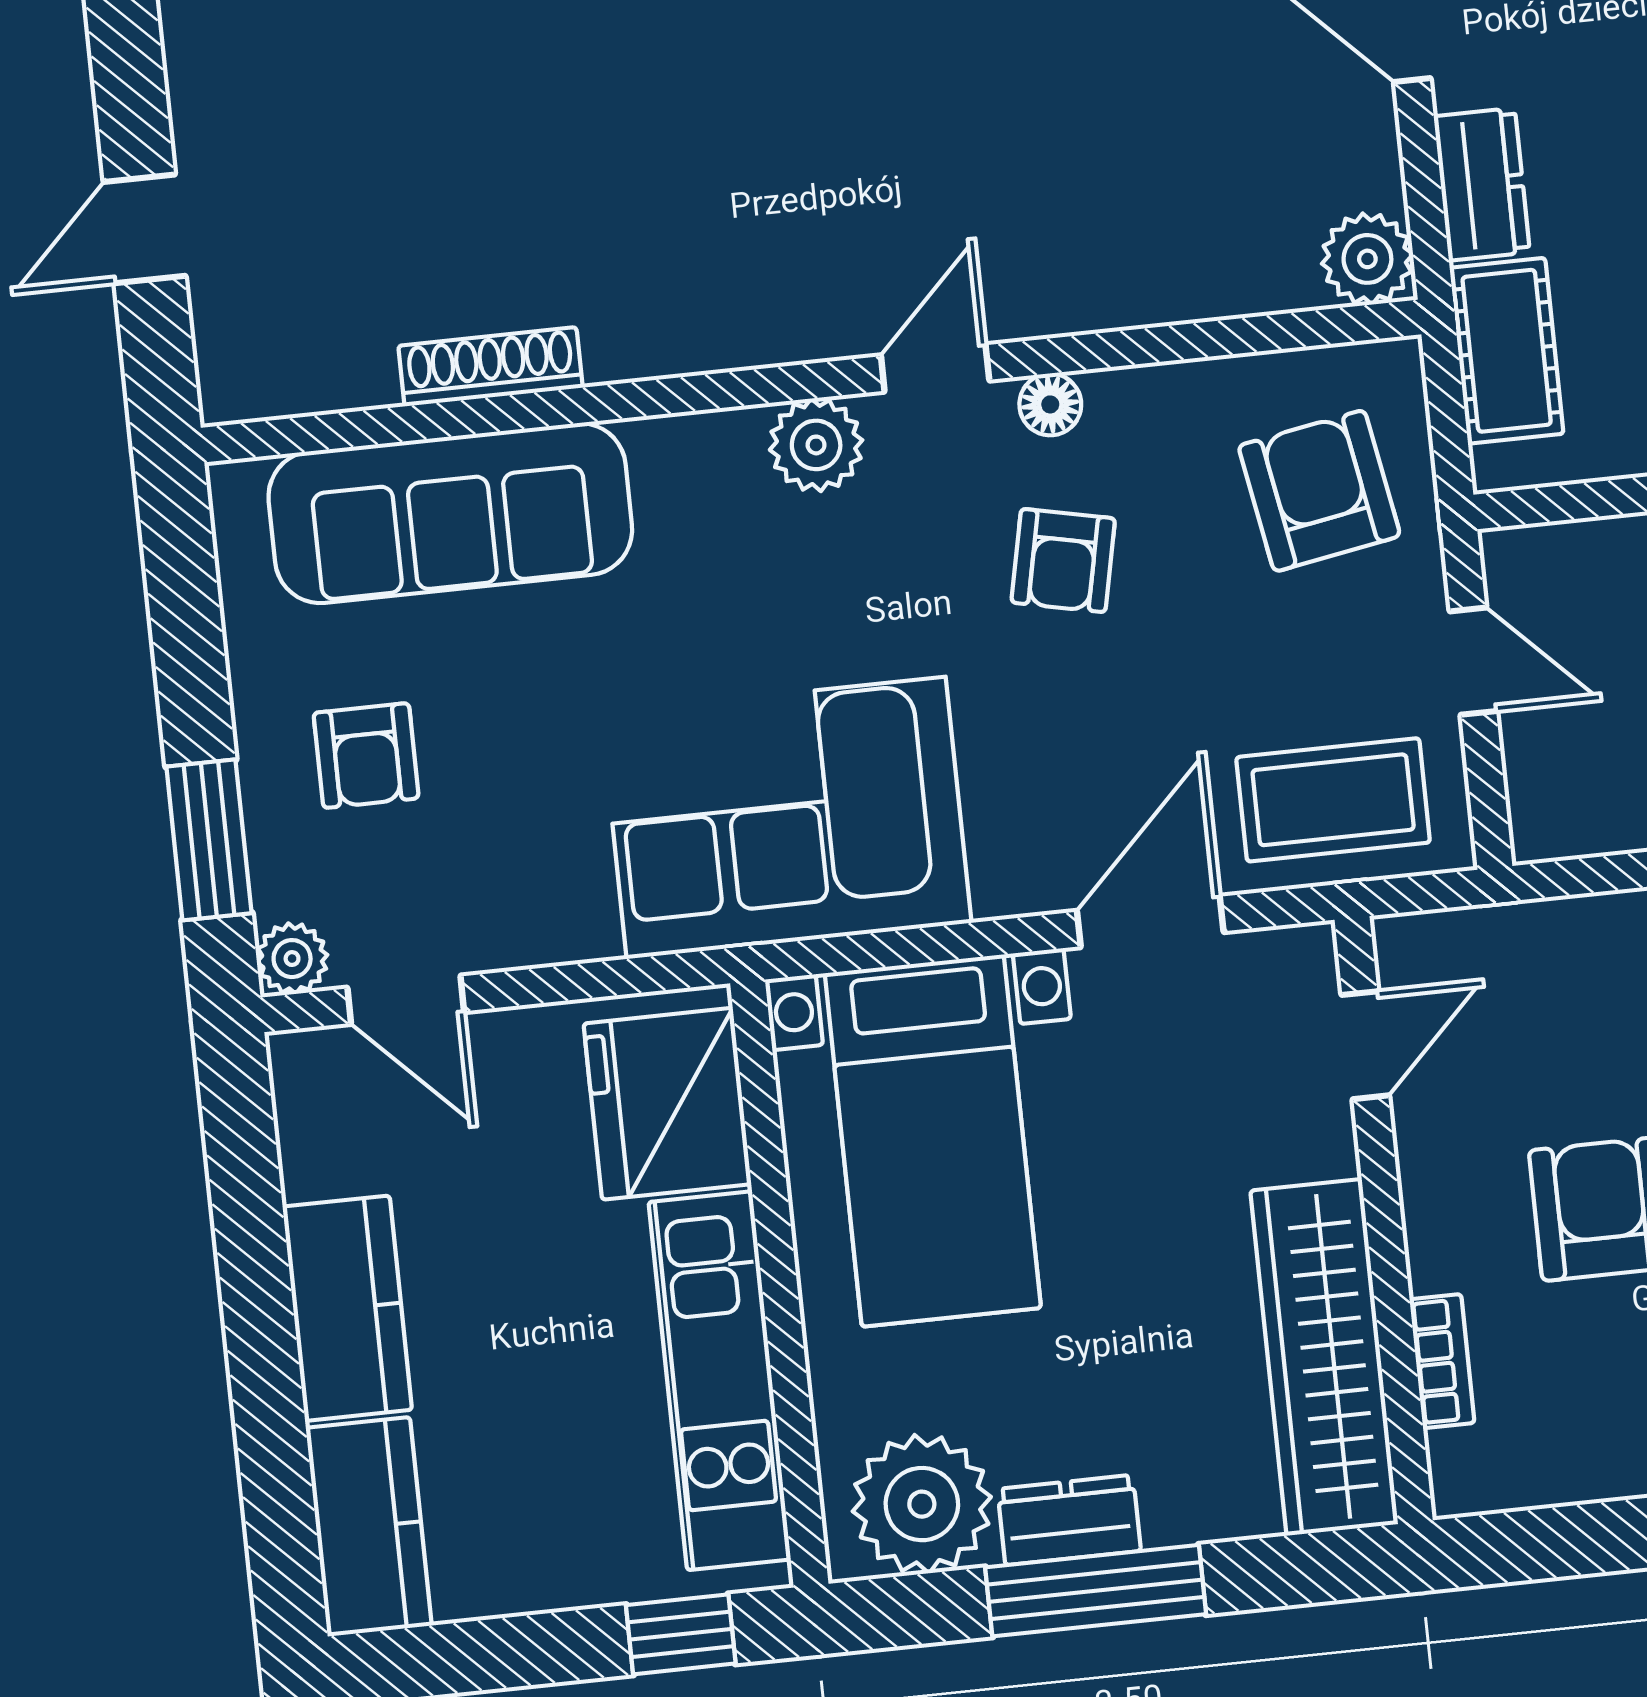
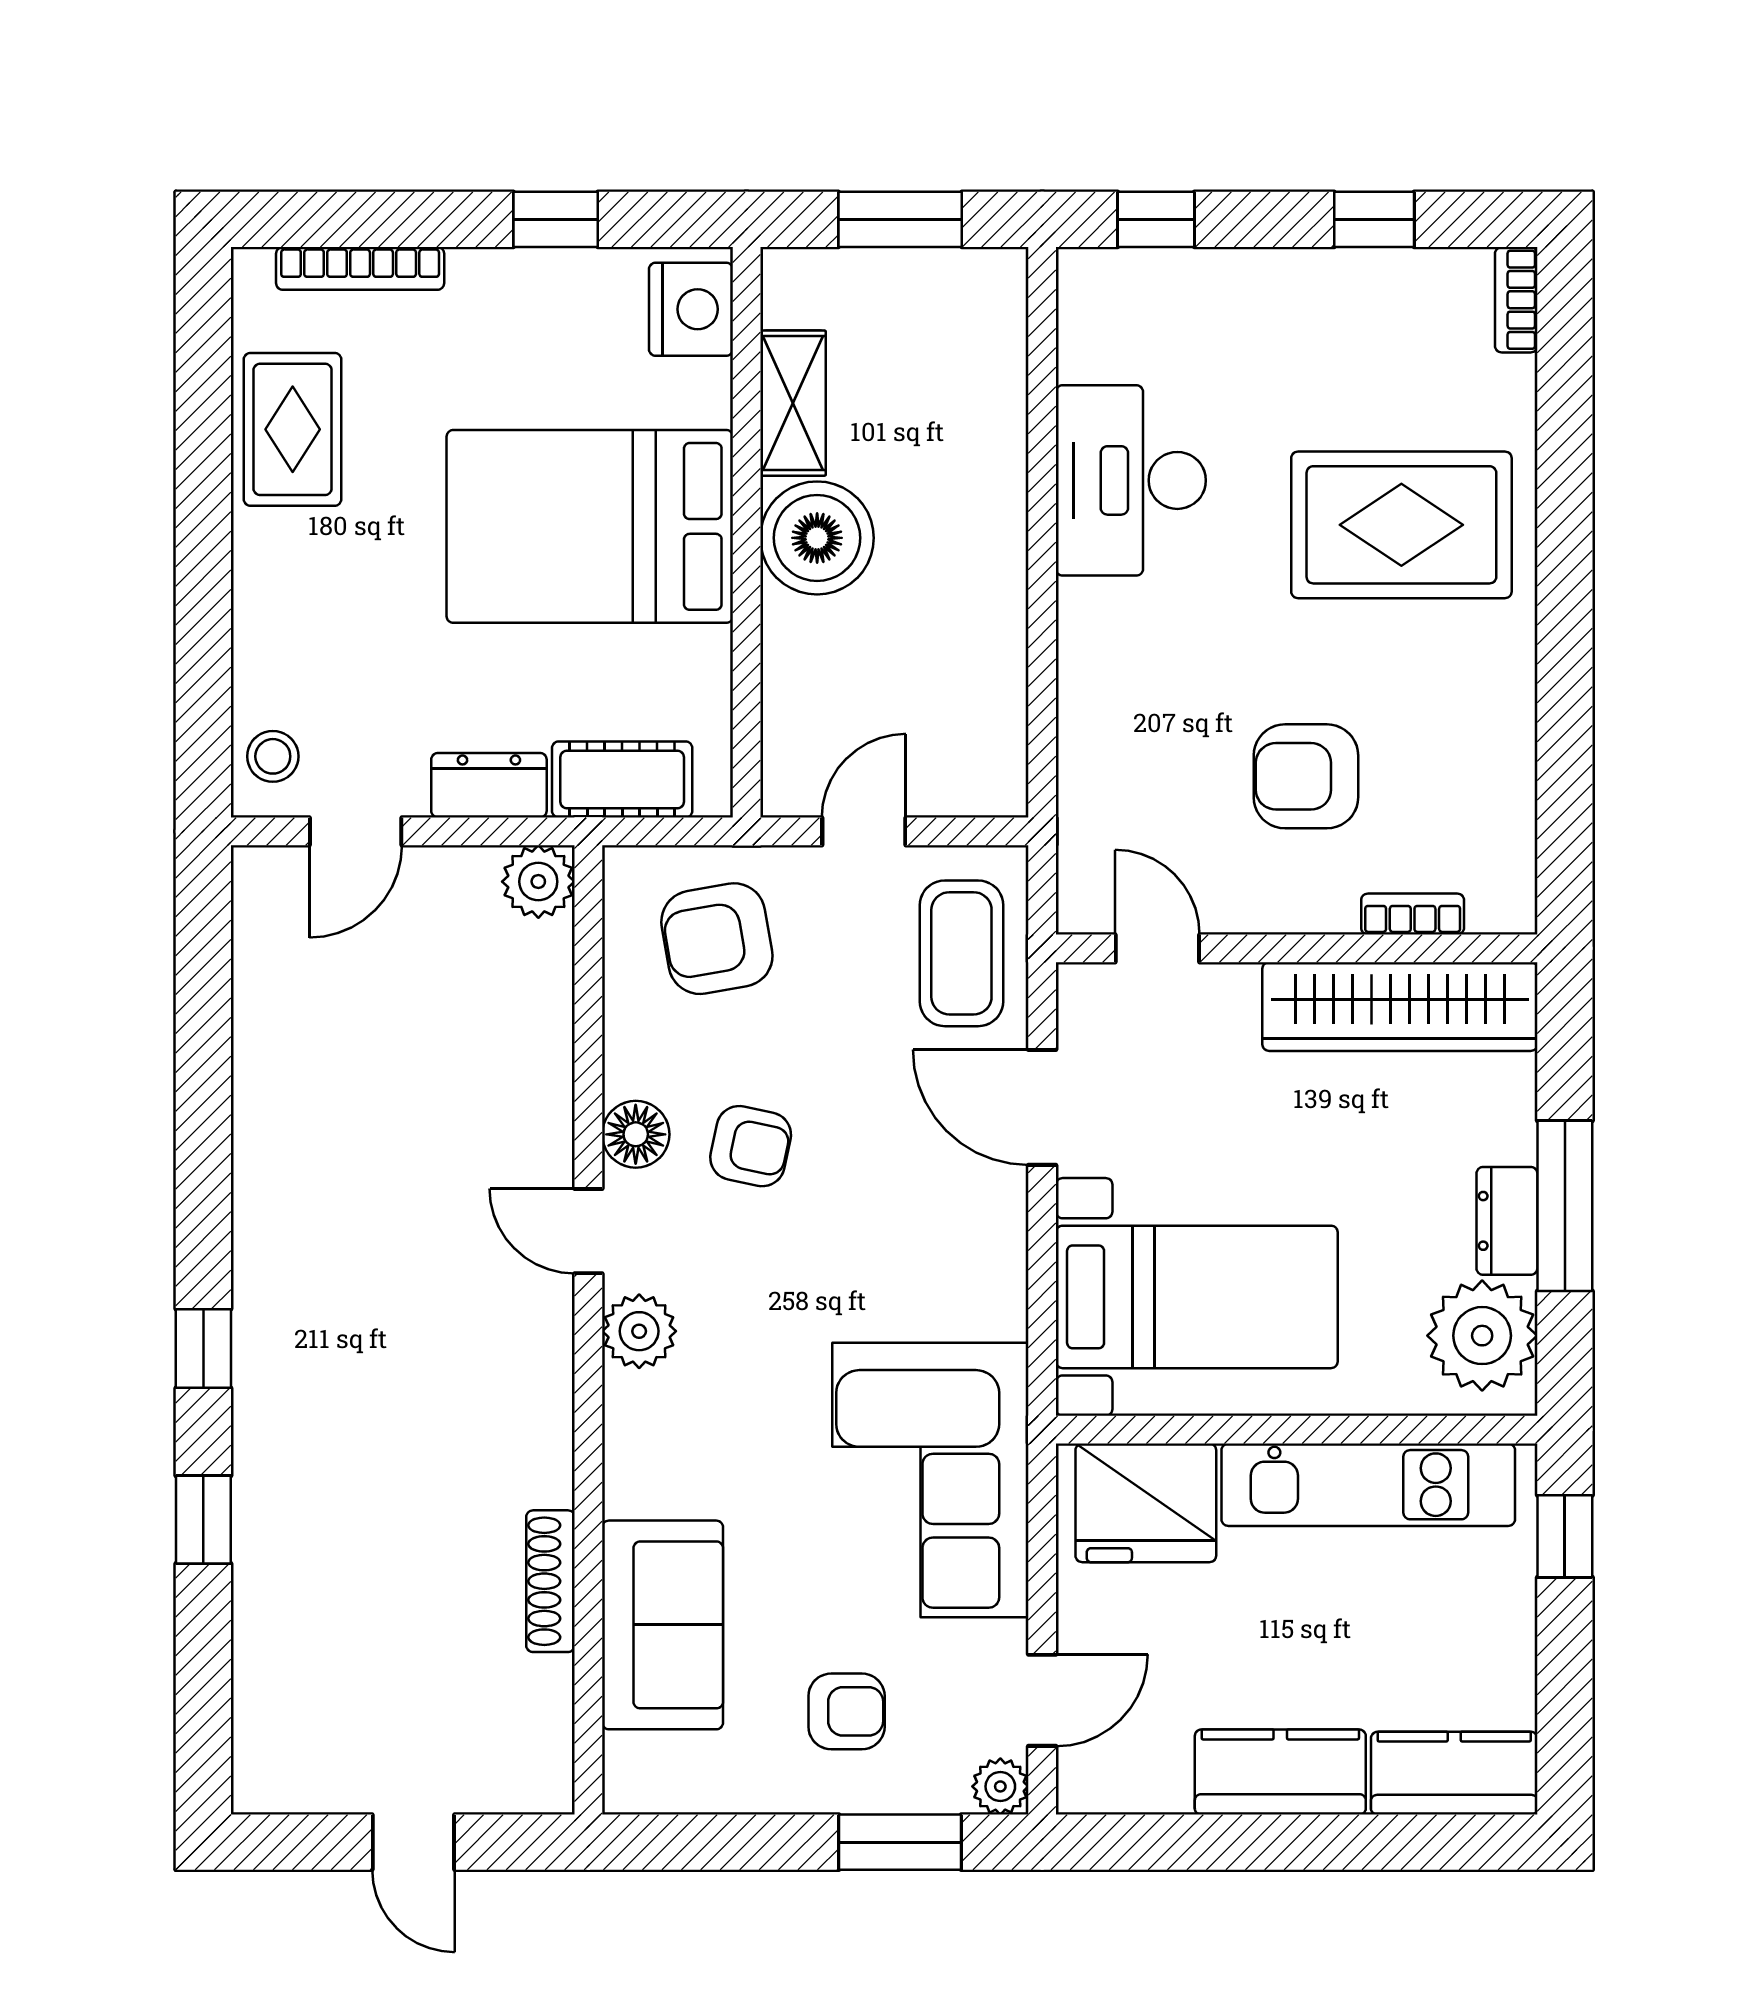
floor lamp: (1050, 404) -> (636, 1134), width x1.37, depth x1.37
sofa: (450, 513) -> (663, 1625), width x0.73
corner sofa: (786, 818) -> (930, 1480), moved

